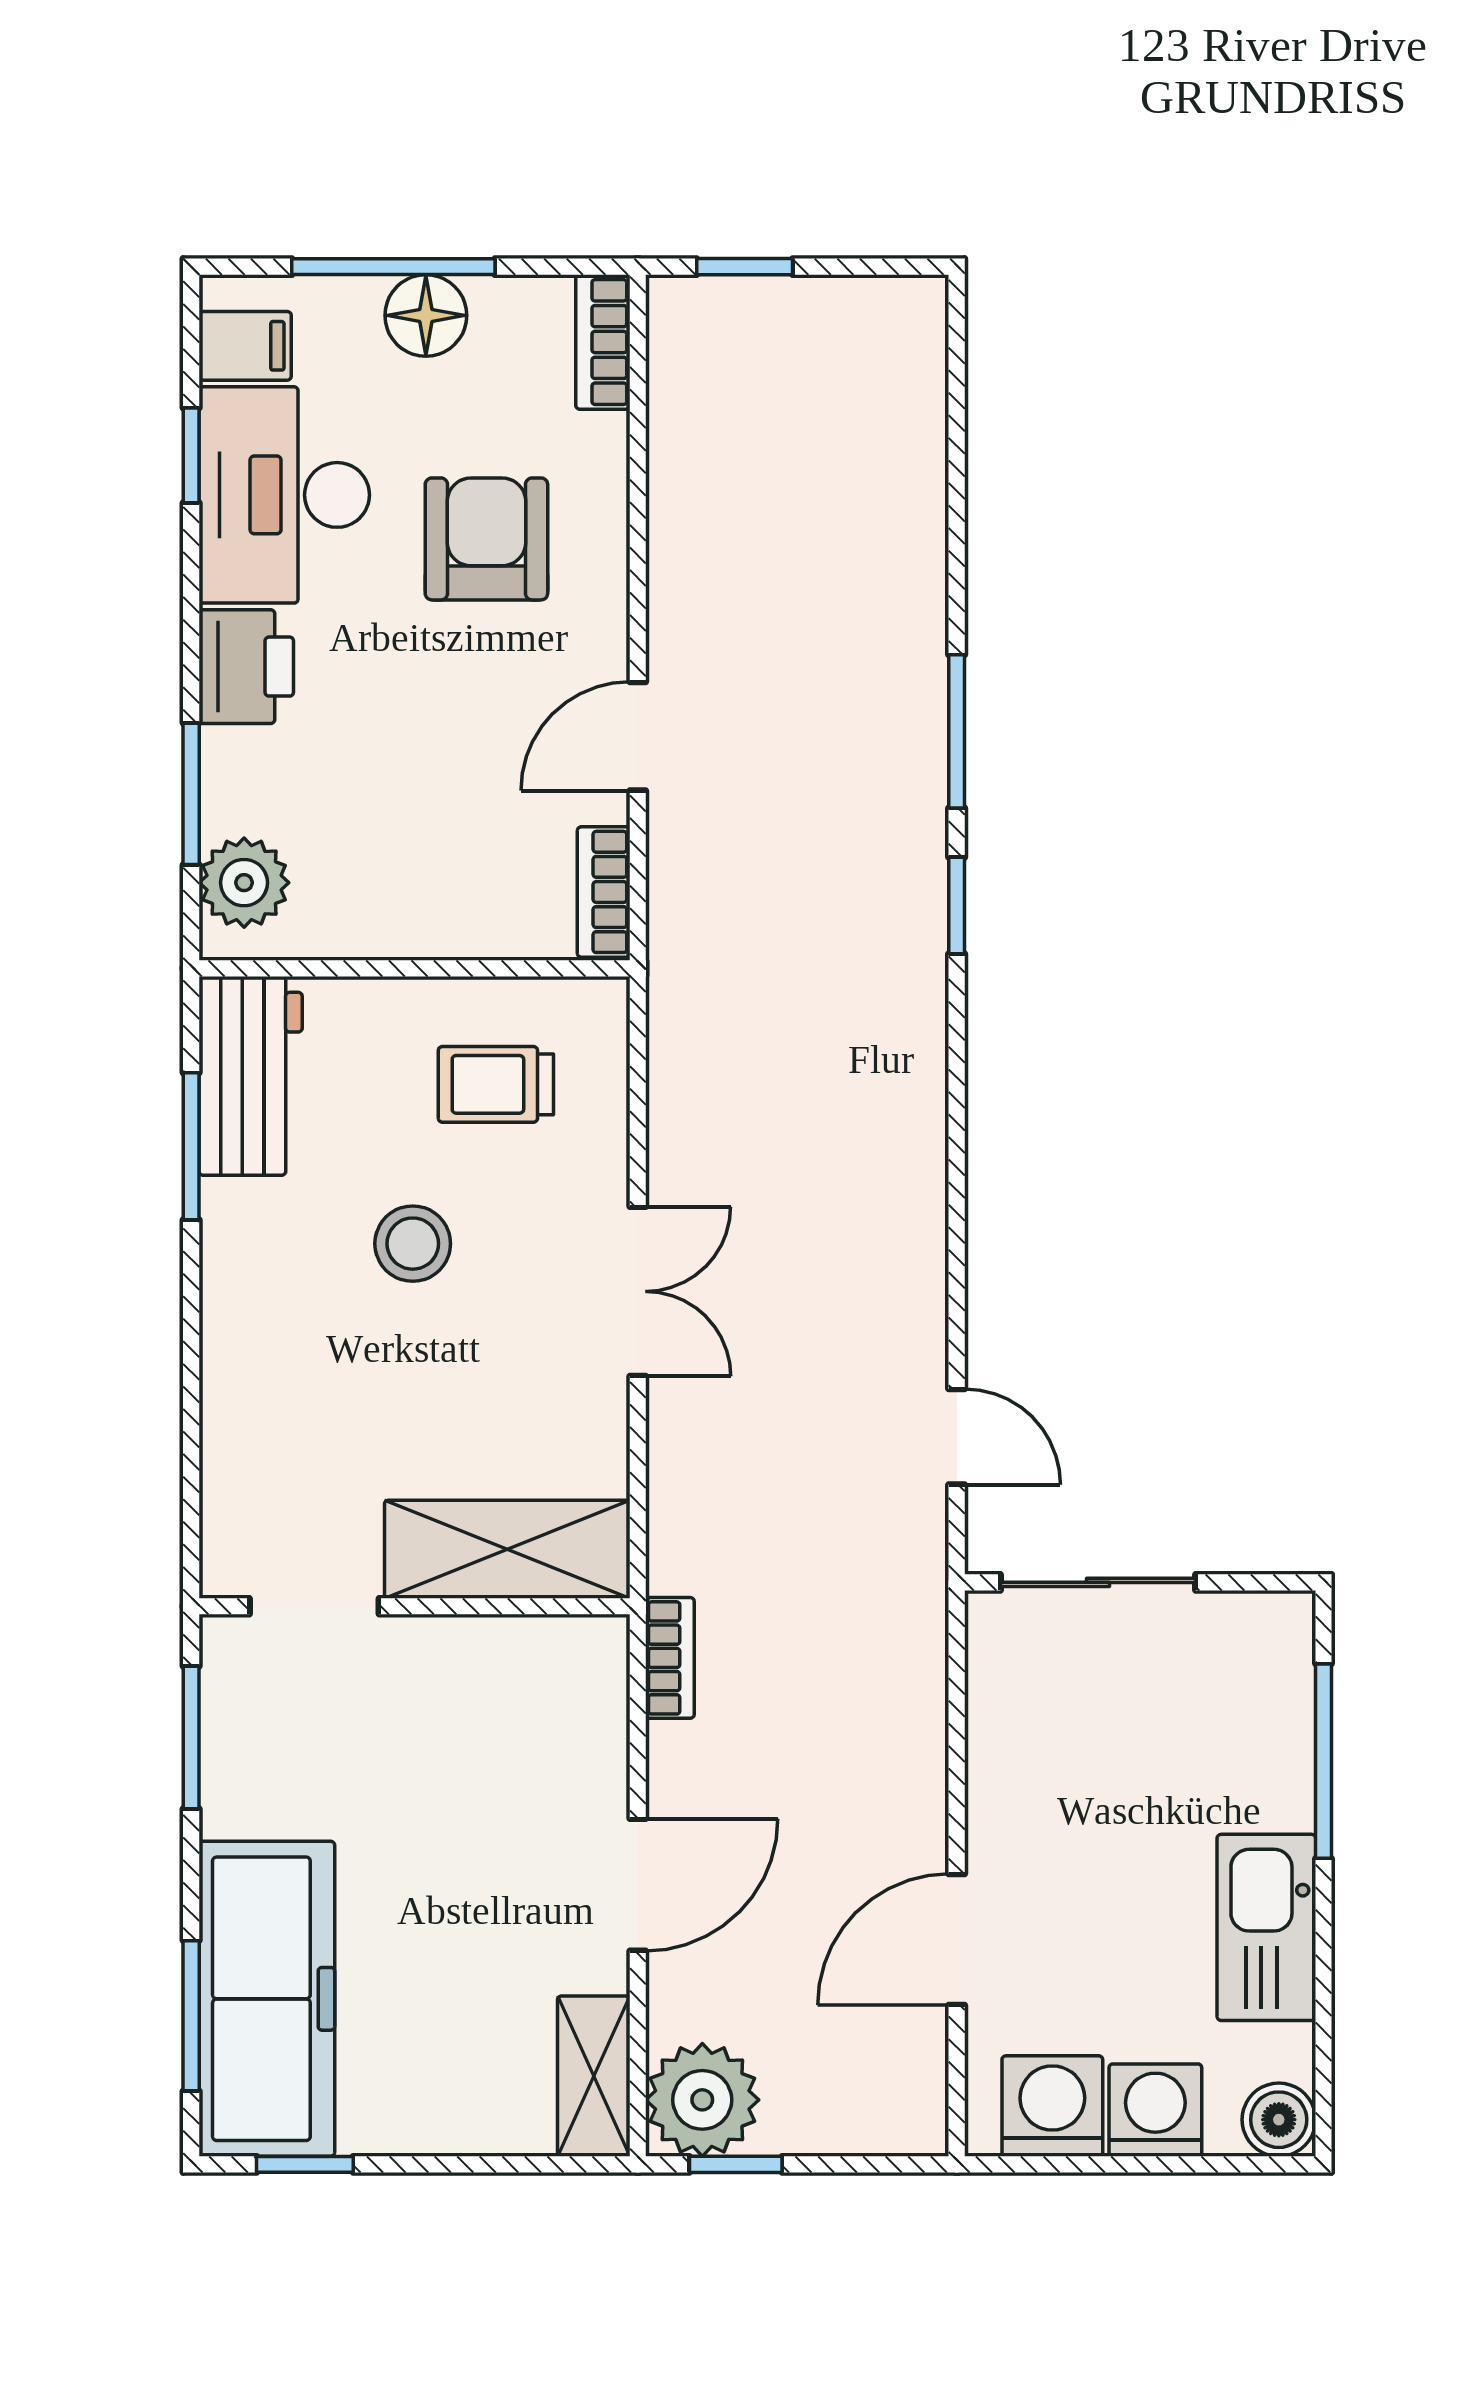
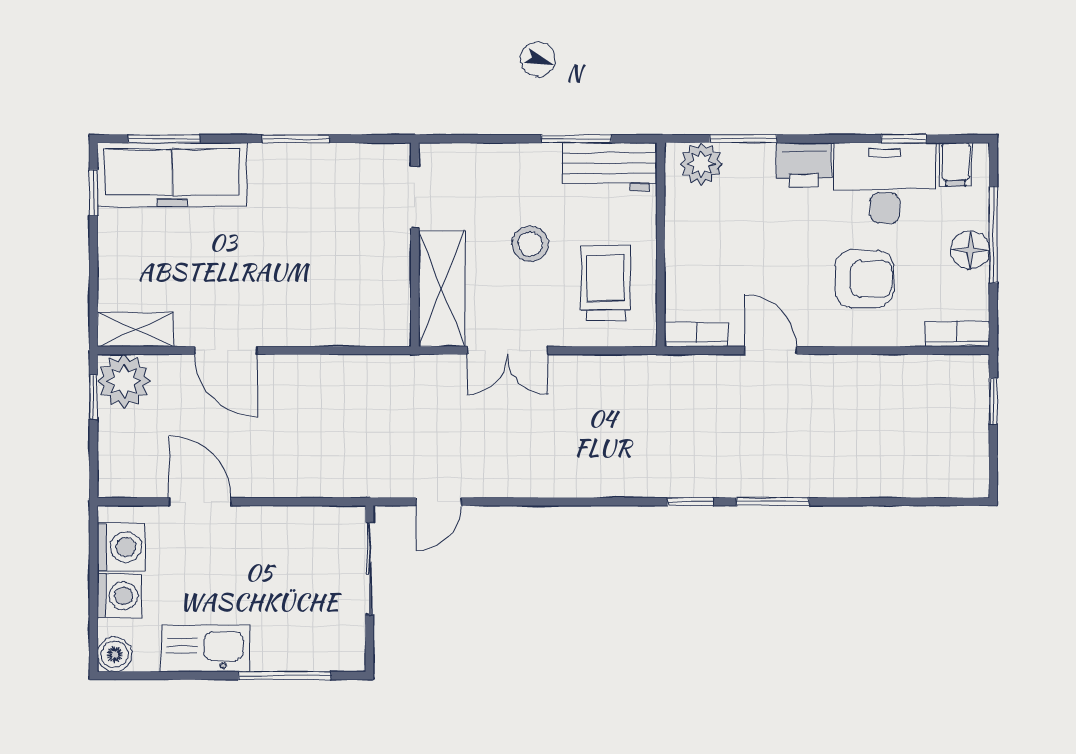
trolley: (496, 1084) -> (606, 283), width x1.36, depth x1.39
shelving: (507, 1549) -> (442, 289), moved
doorway: (314, 1606) -> (415, 197), moved
wall: (414, 1606) -> (415, 245), moved
bookcase: (670, 1658) -> (334, 366), removed

